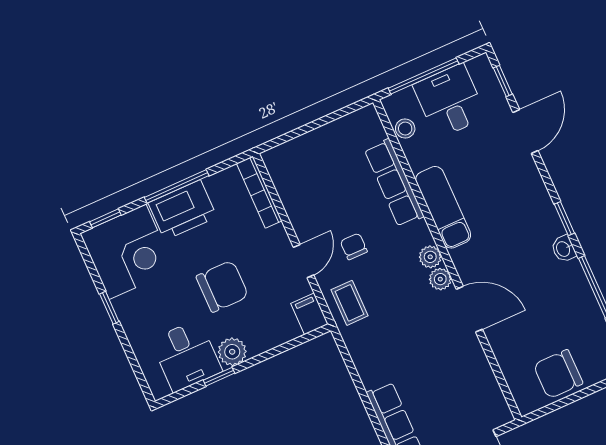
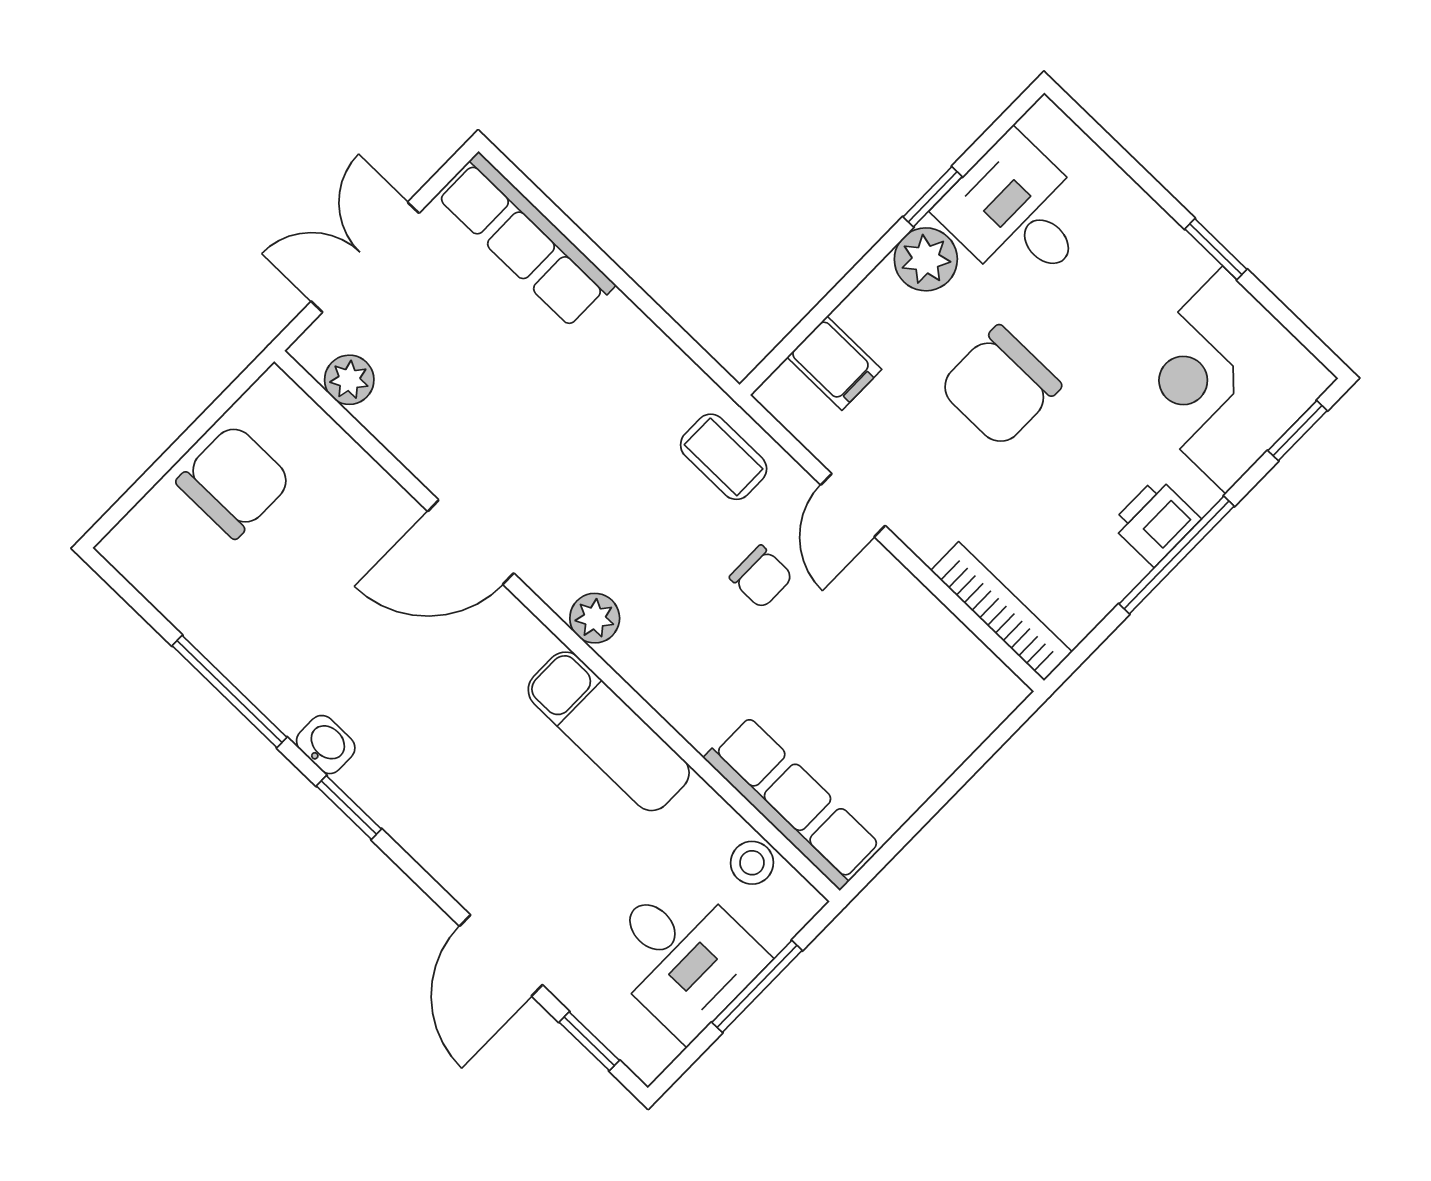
window: (424, 76) -> (757, 986), width x0.69
row of seats: (394, 183) -> (793, 802), moved
printer: (183, 210) -> (1156, 522), width x0.53, depth x0.68
plant: (440, 279) -> (349, 380), moved
filing cabinet: (309, 314) -> (834, 363), moved

